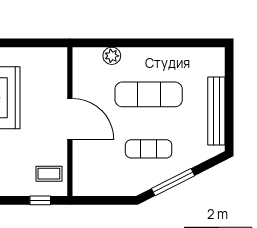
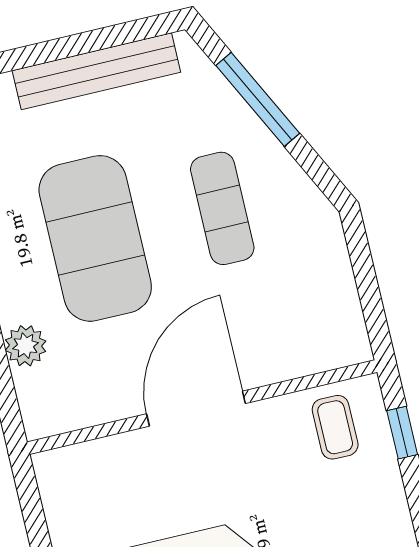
exercise mat: (149, 94) -> (95, 238), width x1.47
window: (173, 182) -> (258, 99), moved

